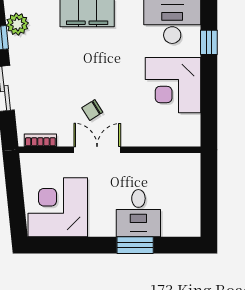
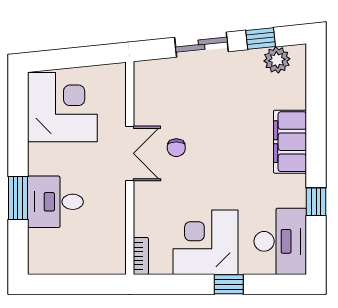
window: (209, 42) -> (229, 284), moved
chair: (92, 110) -> (176, 148), turned -148
bookcase: (40, 140) -> (141, 256), moved

